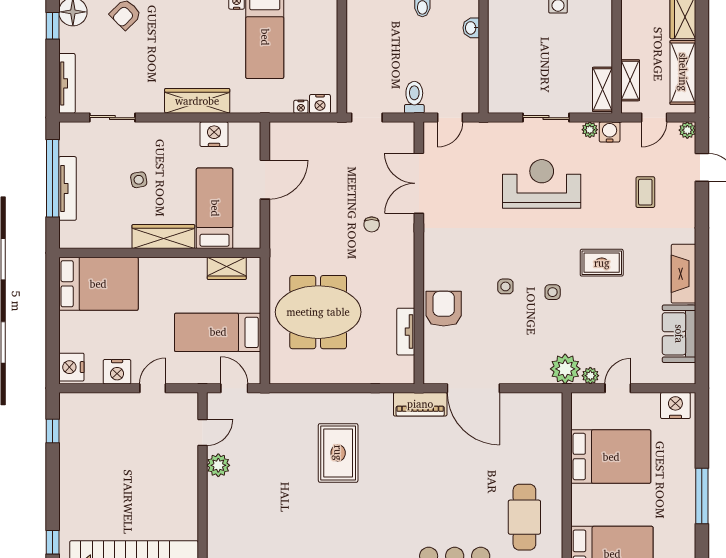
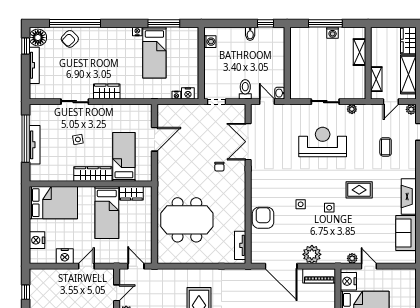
washing machine: (356, 19) -> (210, 42), added
washbasin: (471, 28) -> (280, 93), moved
tv unit: (67, 83) -> (34, 65), moved
shelving: (602, 89) -> (360, 52), moved
wardrobe: (197, 101) -> (107, 92), width x0.67
sliding door: (112, 118) -> (75, 102), moved
door: (450, 118) -> (267, 102), swing flipped
water cooler: (610, 132) -> (364, 110), removed
nightstand: (214, 134) -> (124, 112), removed
bed: (218, 332) -> (107, 213), moved, turned -90
tv unit: (406, 332) -> (240, 245), moved
nightstand: (71, 367) -> (37, 240), moved
plant: (565, 369) -> (312, 254), moved
door: (618, 388) -> (369, 266), hinge flipped
piano: (420, 404) -> (319, 276), moved
nightstand: (675, 406) -> (348, 281), moved, turned -90

